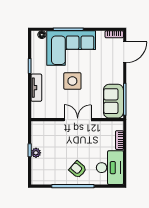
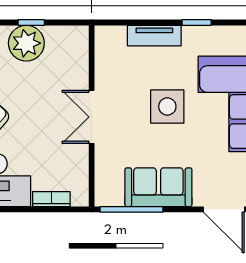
sofa: (113, 101) -> (158, 187), moved
double door: (78, 120) -> (92, 117), swing flipped
plant: (36, 153) -> (26, 43), width x1.88, depth x1.88

